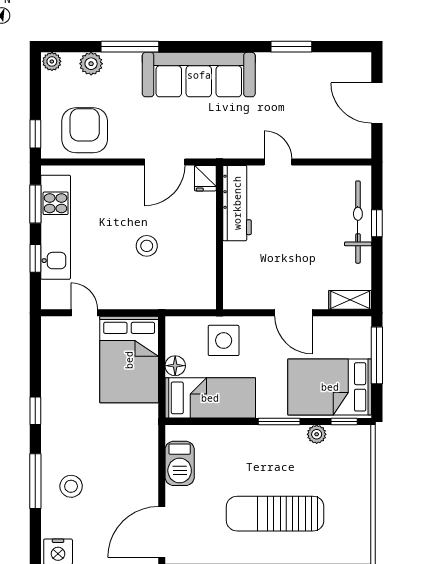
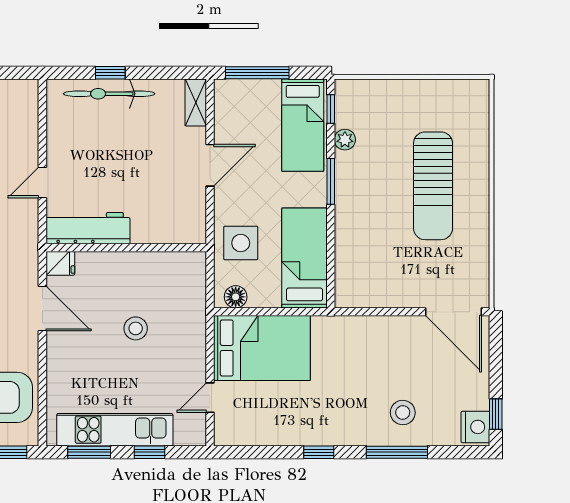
floor lamp: (175, 366) -> (236, 297), moved
bed: (330, 387) -> (303, 125), width x0.67
barbecue: (180, 463) -> (377, 292), removed

